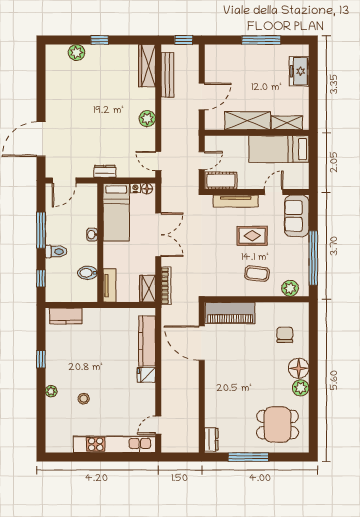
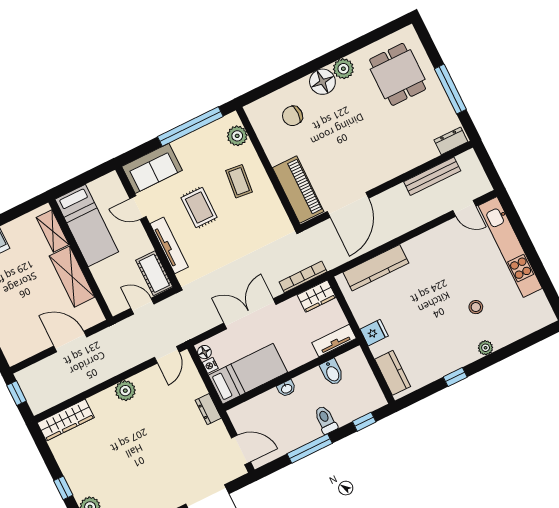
bench: (167, 75) -> (432, 176), moved
fridge: (146, 375) -> (374, 333), moved, turned -90

